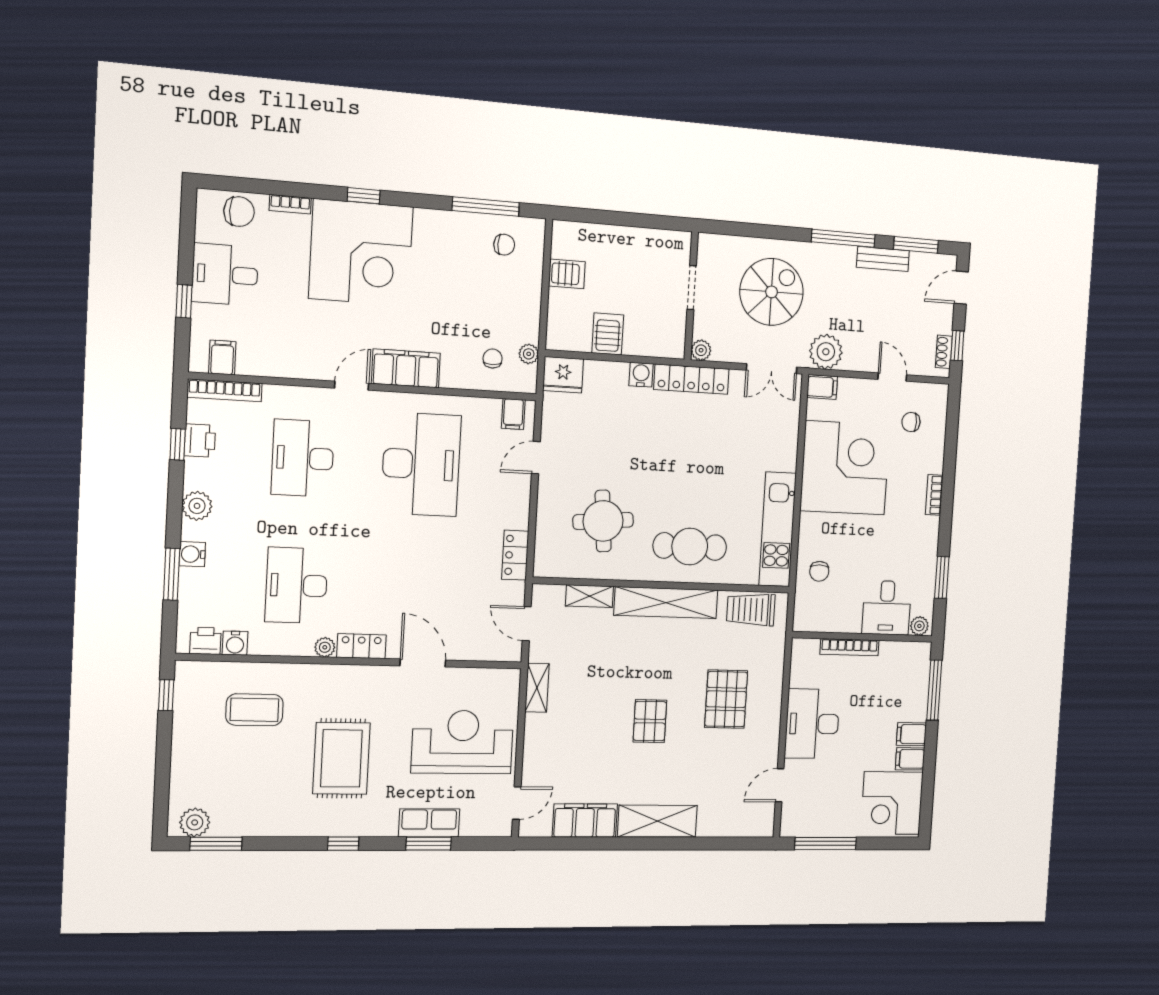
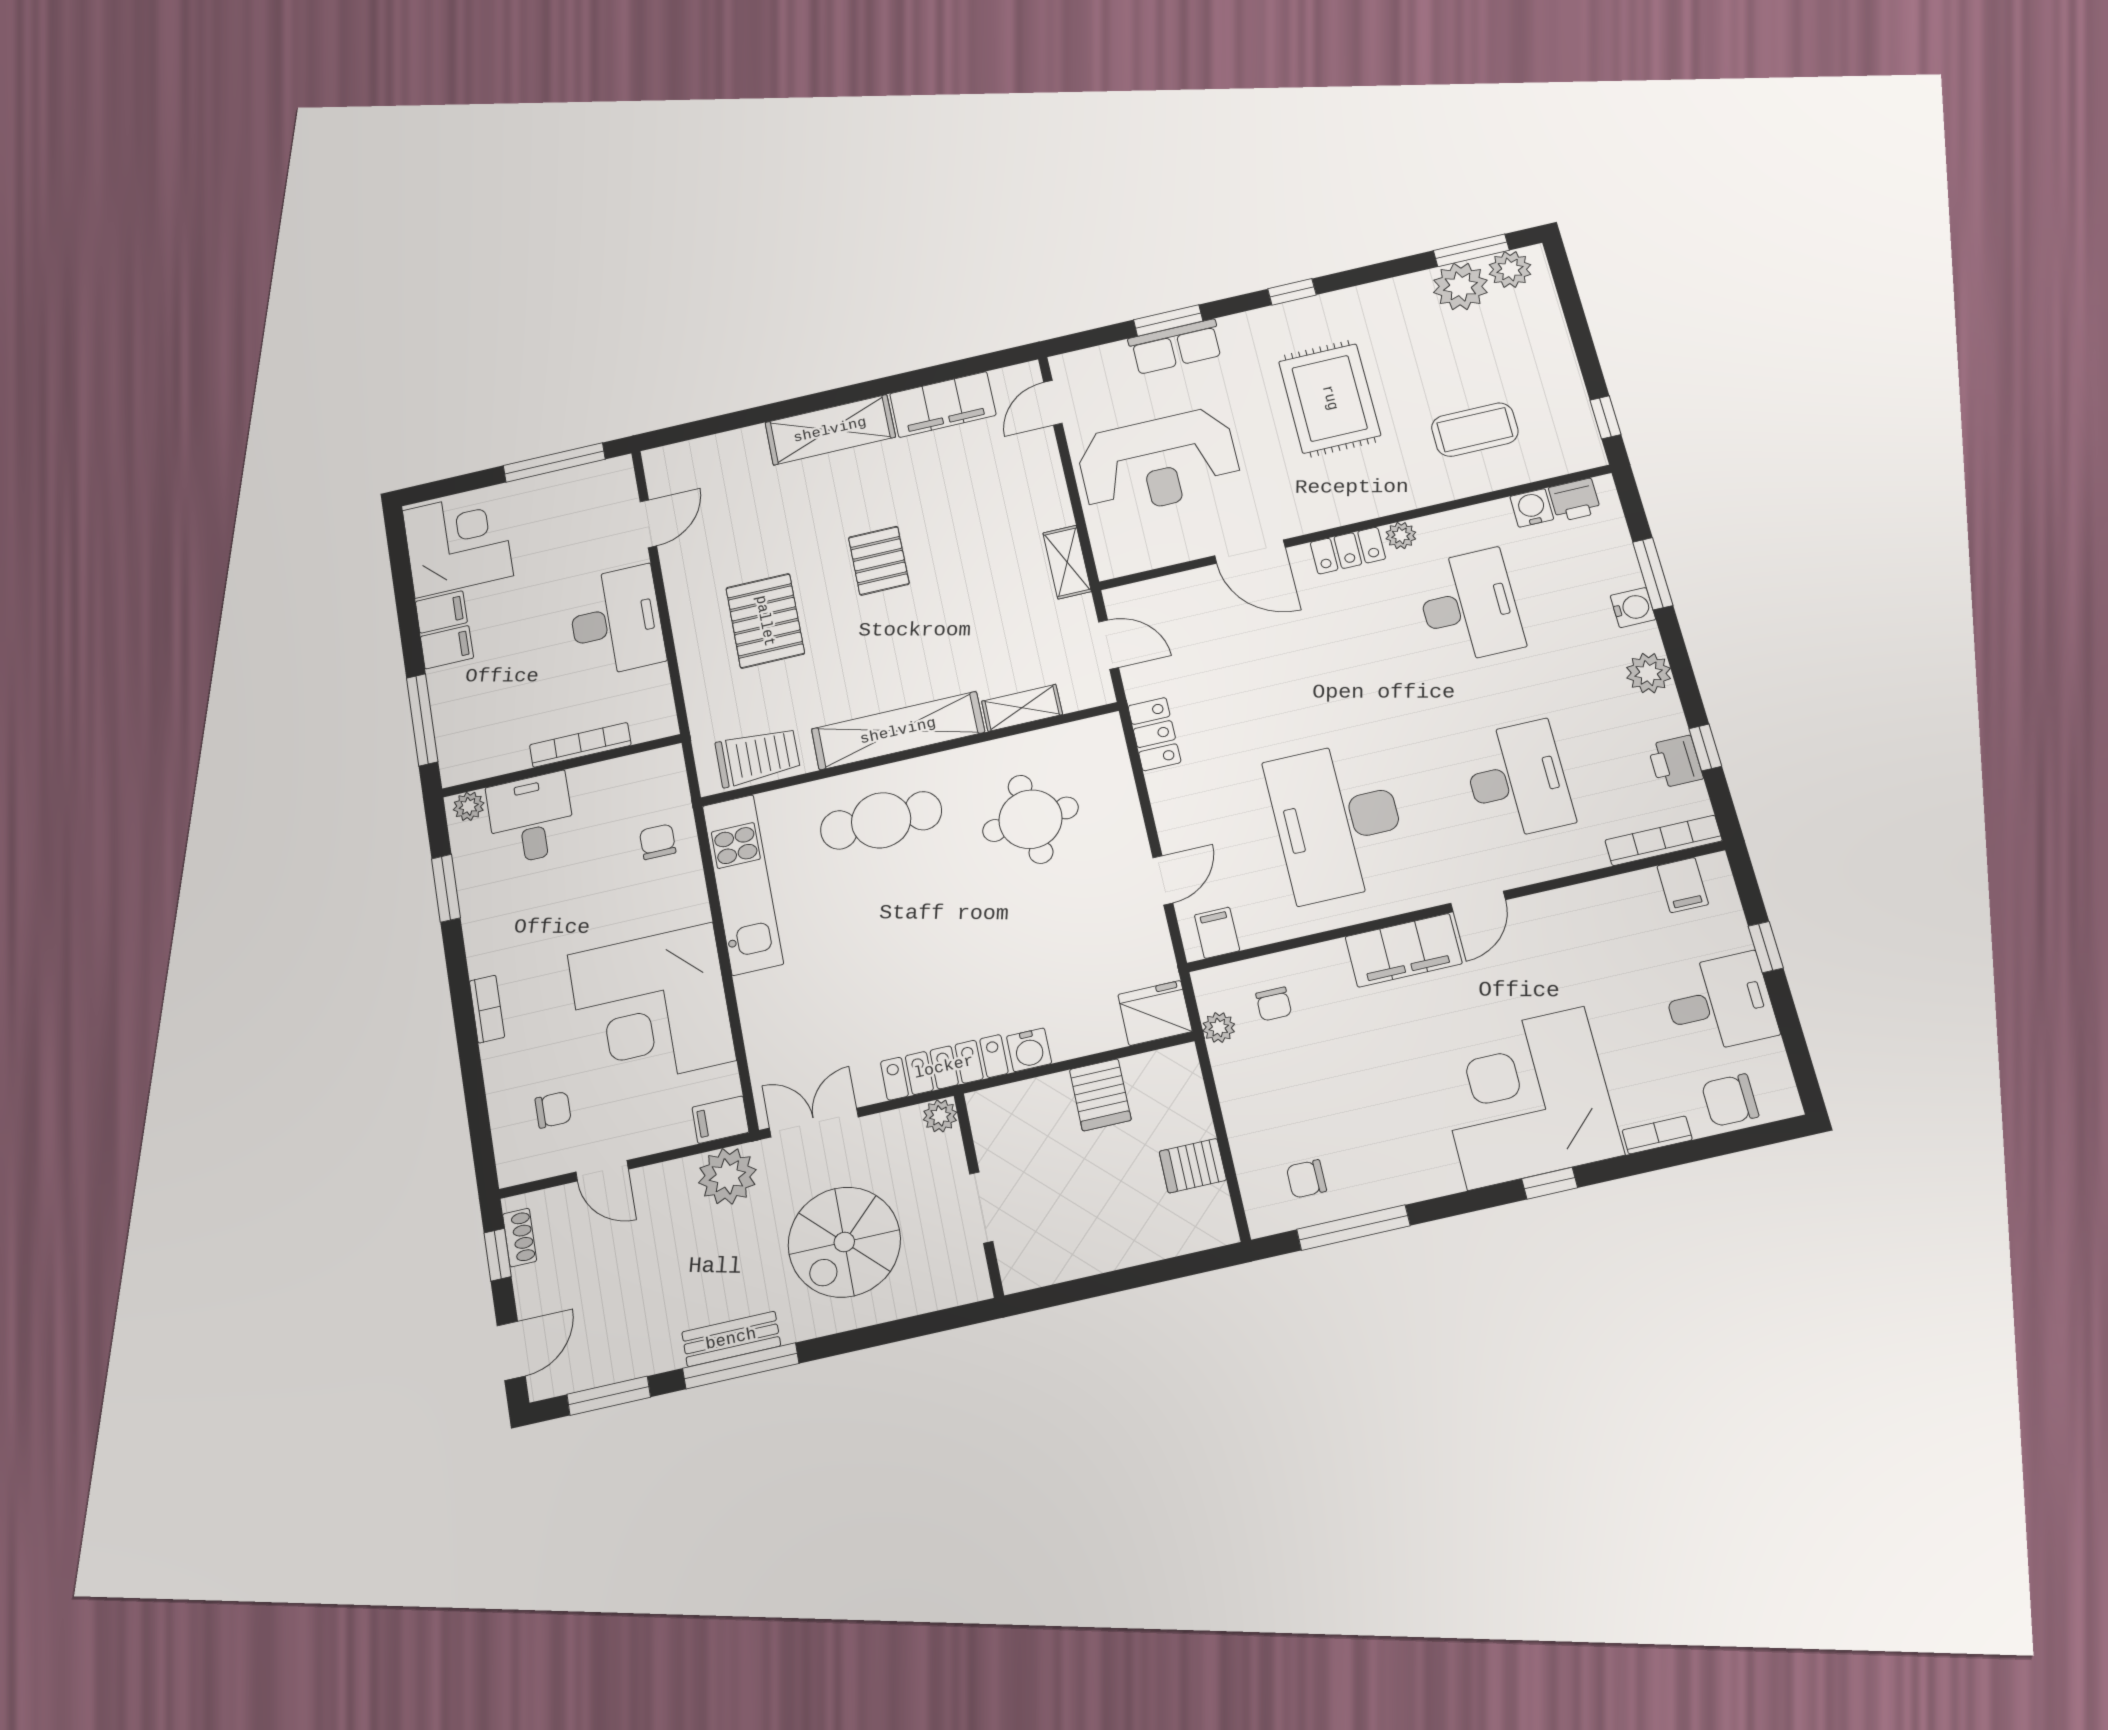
bench: (883, 259) -> (731, 1339), moved
plant: (232, 818) -> (1460, 286), added

